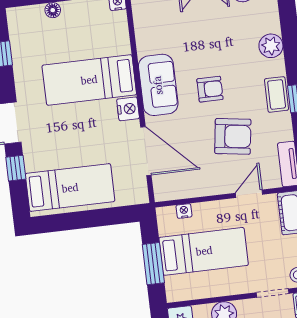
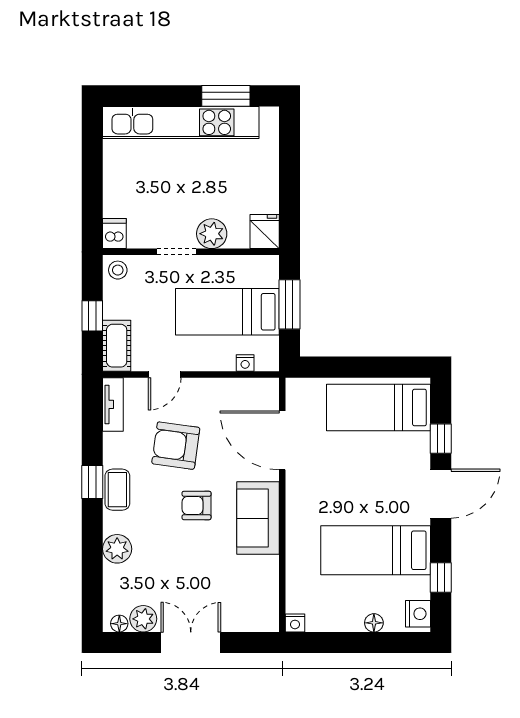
bed: (89, 80) -> (376, 550), moved, turned 180
nightstand: (128, 109) -> (418, 614), moved, turned 180
doorway: (273, 293) -> (176, 252), moved

